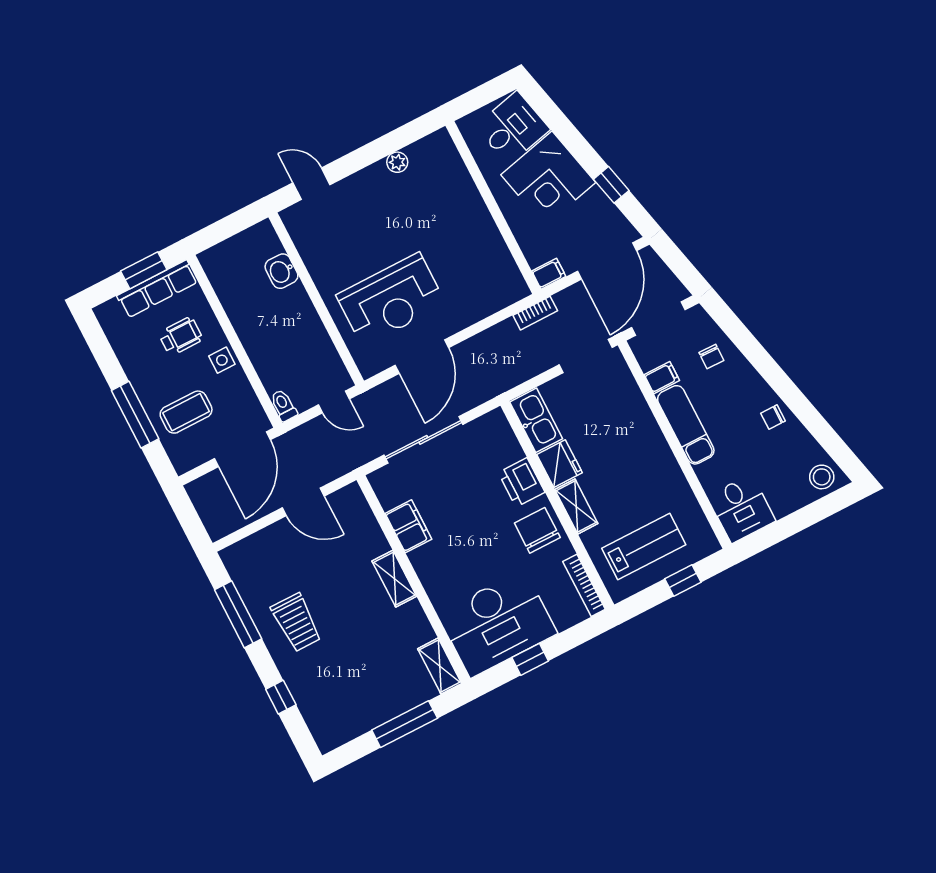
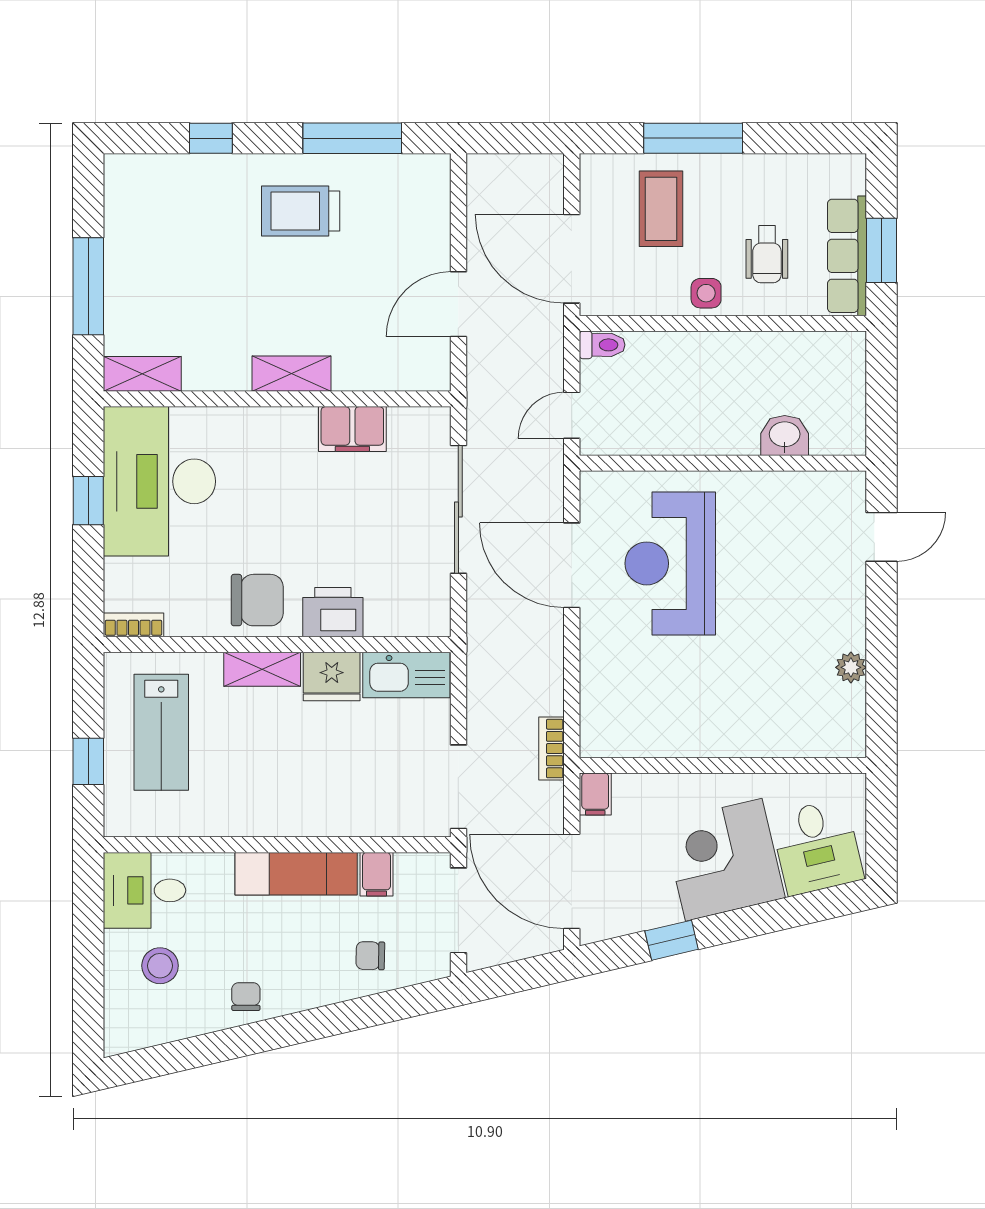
stool: (822, 477) -> (160, 966), moved
bookcase: (584, 585) -> (134, 625), width x0.64

